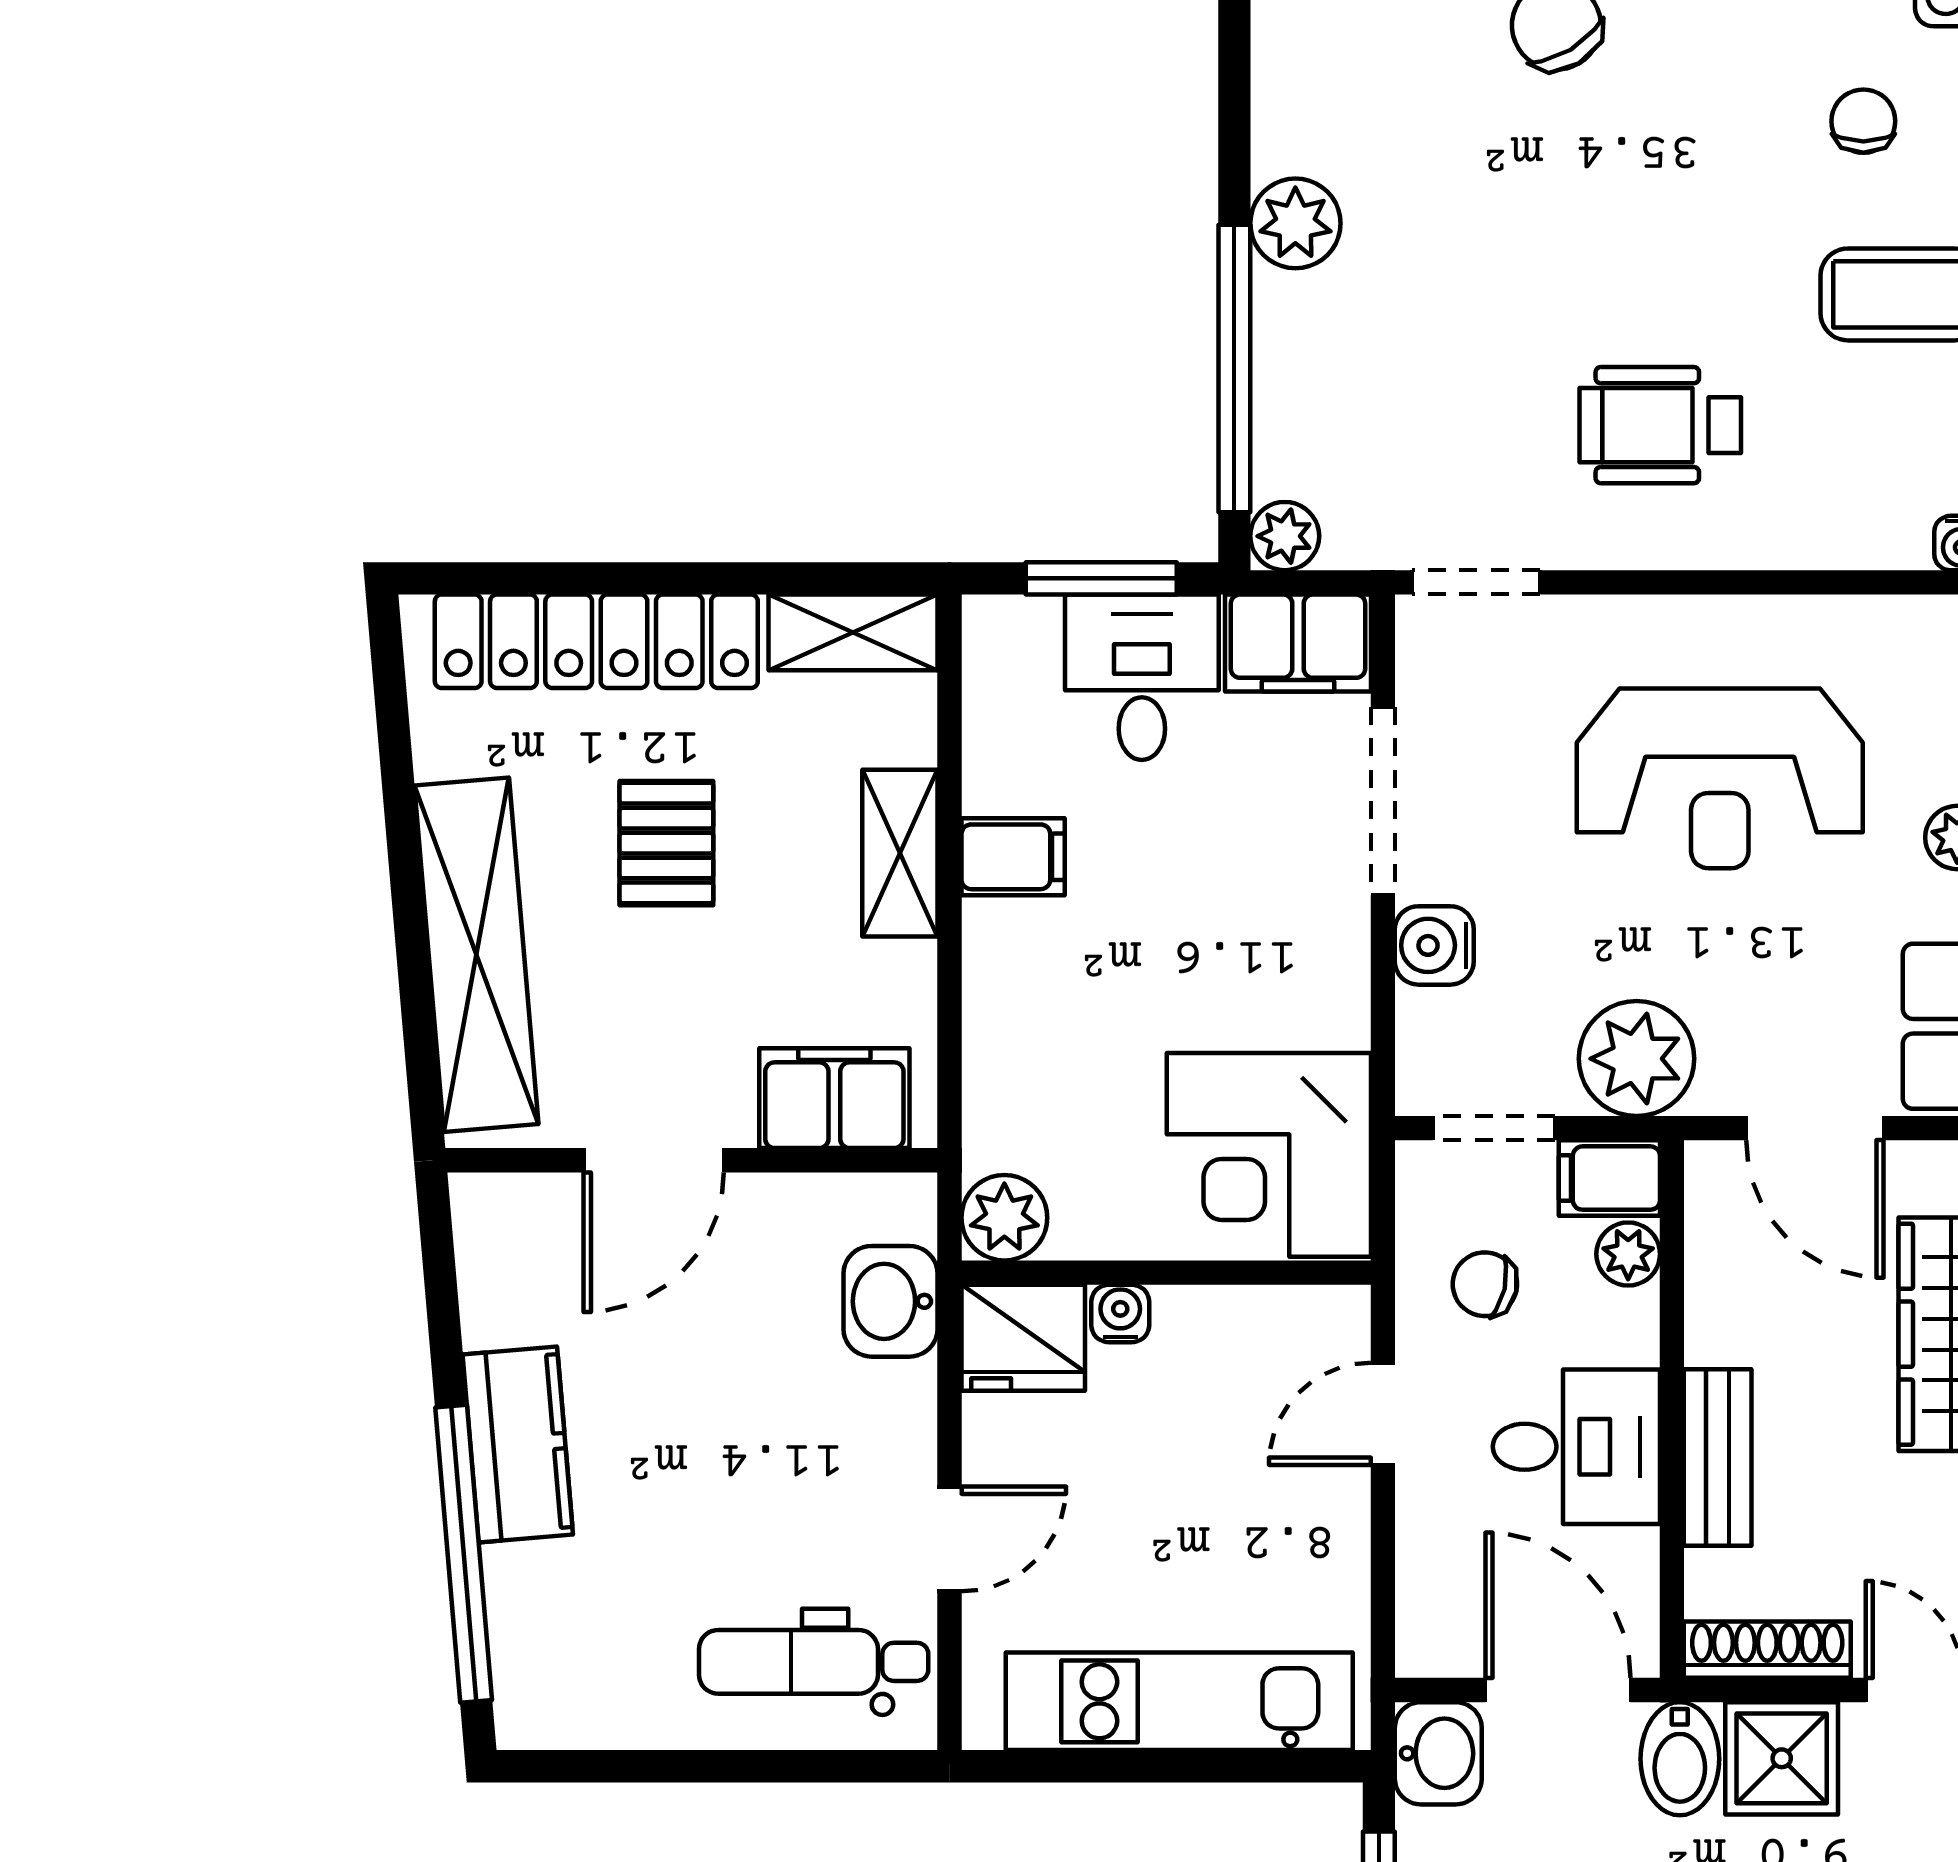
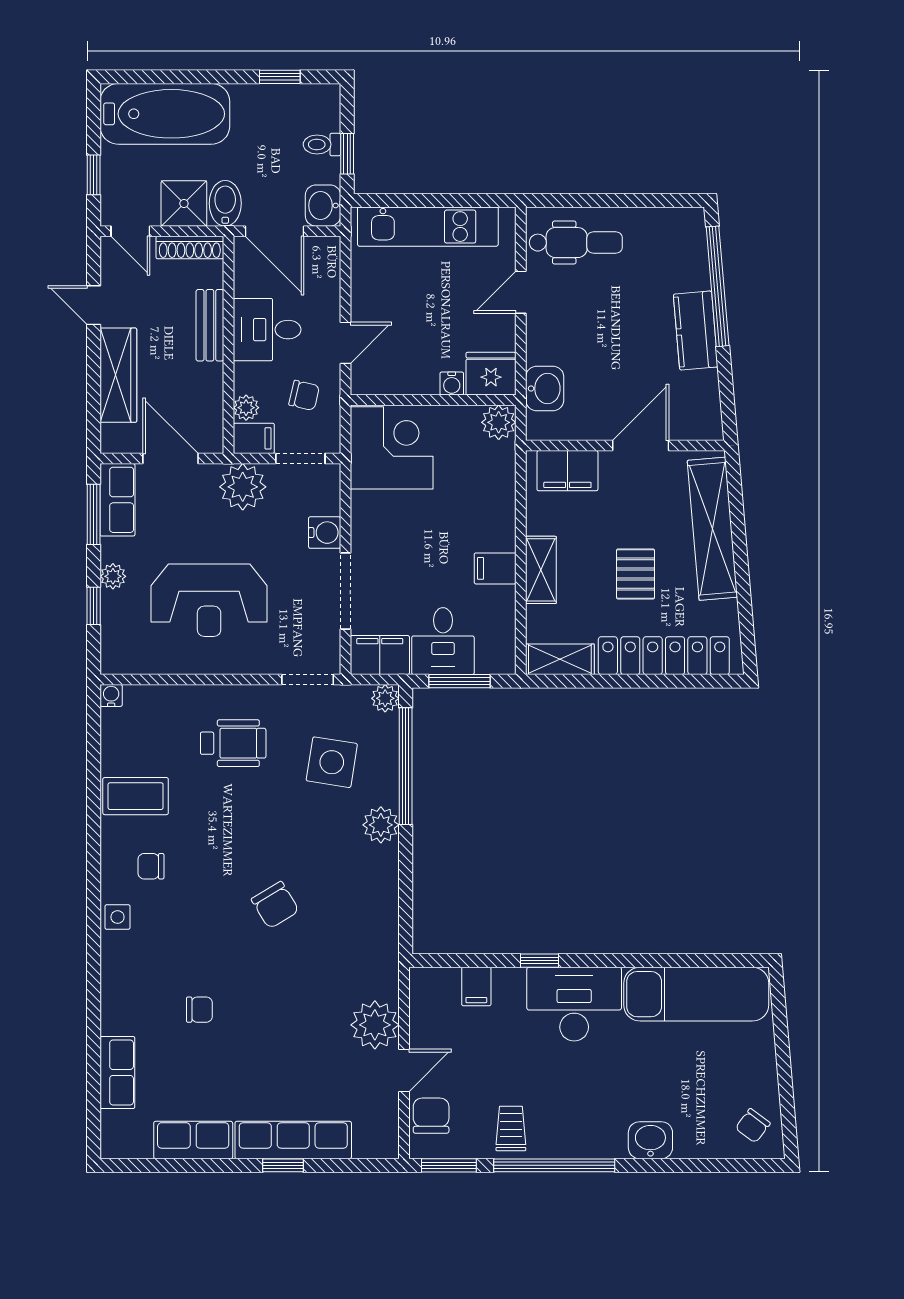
chair: (1863, 121) -> (151, 866), turned 90
side table: (1417, 378) -> (332, 762), added
reception desk: (1720, 778) -> (209, 600), turned 180

